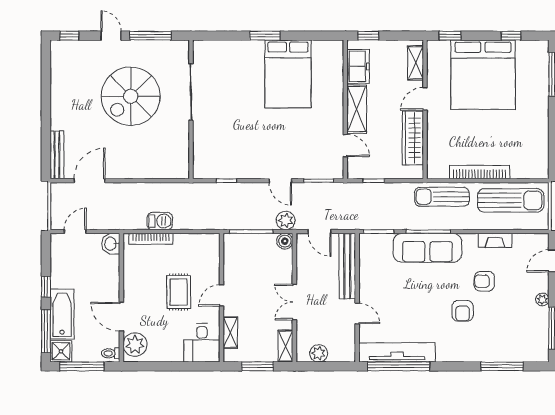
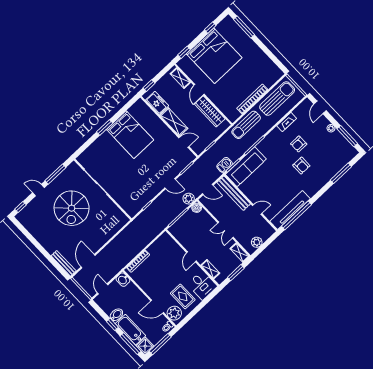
barbecue: (160, 221) -> (225, 165), moved
sofa: (427, 248) -> (246, 167), moved
bidet: (62, 279) -> (116, 315), added
rug: (179, 292) -> (183, 296), moved

